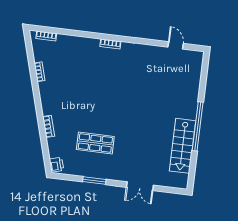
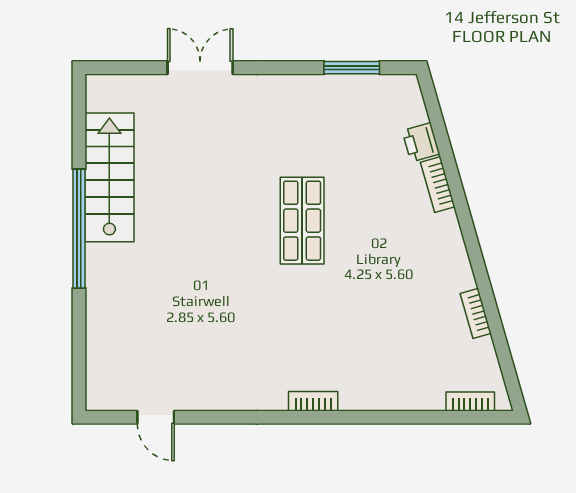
shop shelf: (95, 143) -> (302, 221), moved, turned 90
printer: (57, 165) -> (421, 142), moved
window: (94, 181) -> (352, 68), moved

